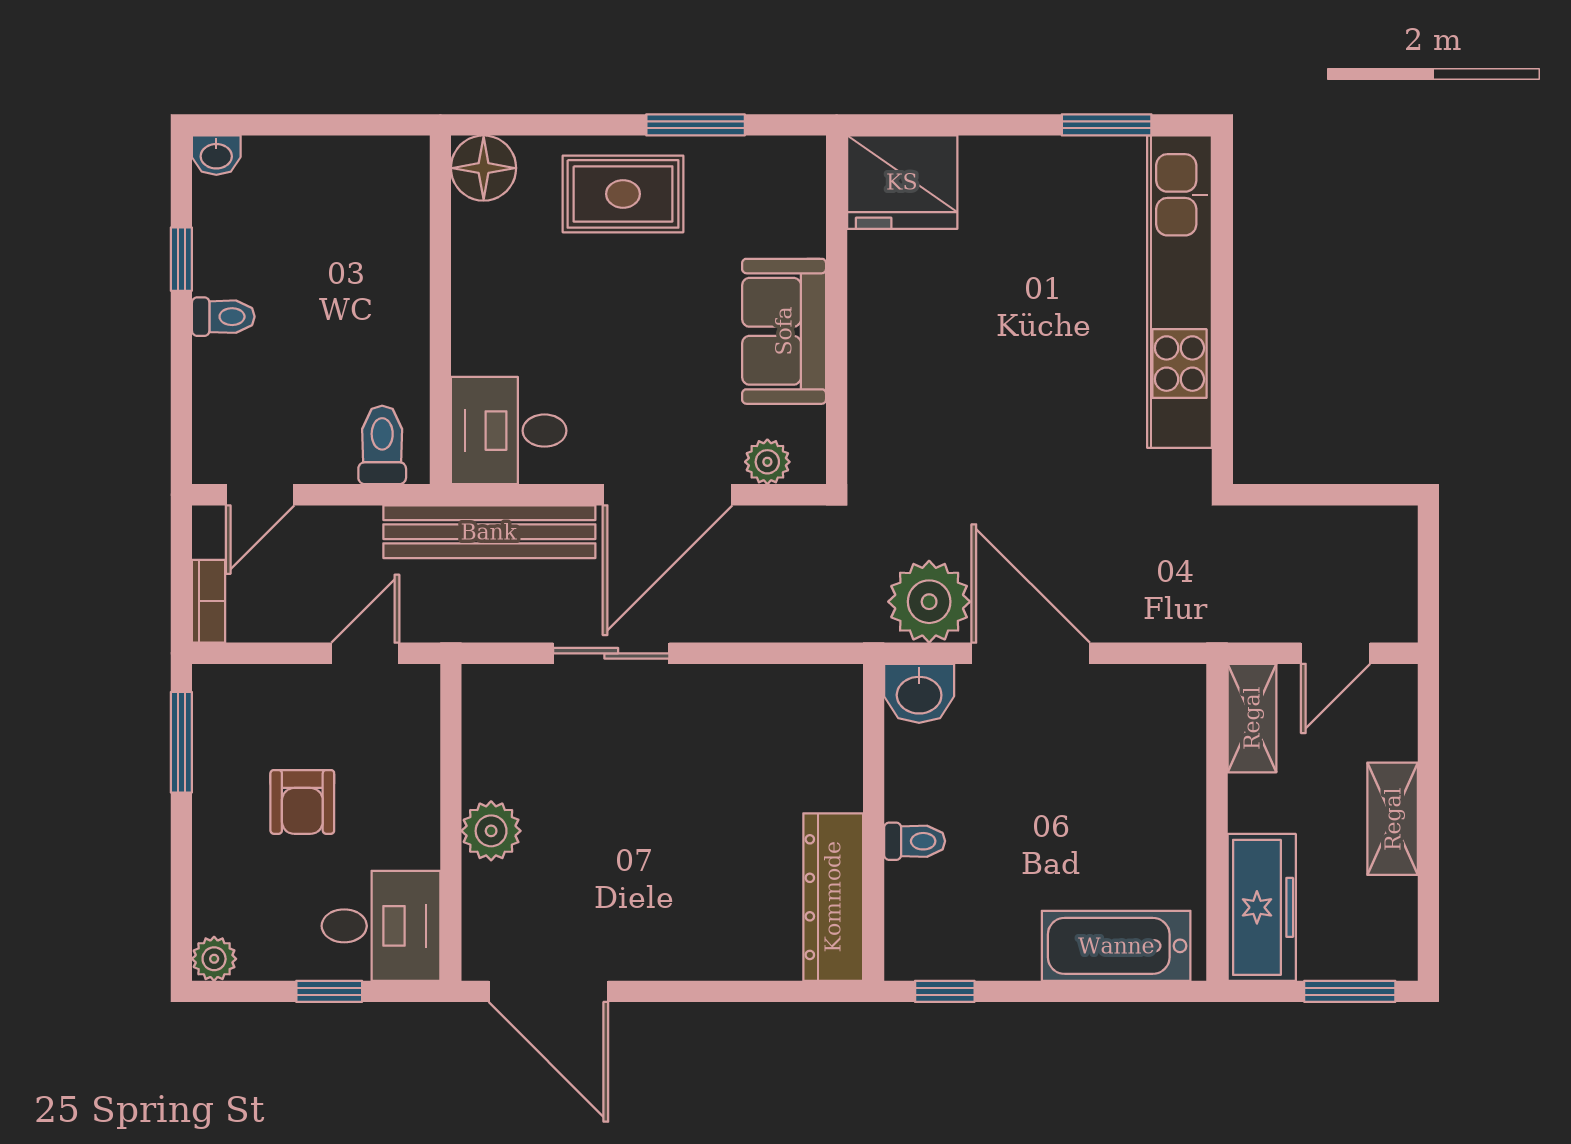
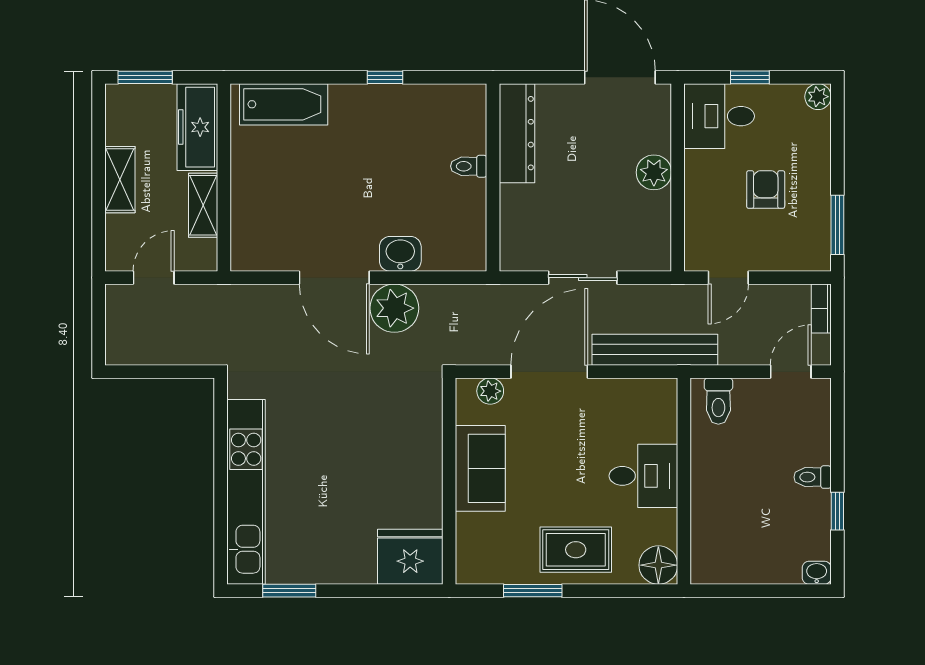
desk: (509, 431) -> (643, 476), moved
shelving: (1252, 718) -> (203, 205), moved
wall: (874, 822) -> (493, 177), moved
toilet: (915, 841) -> (469, 166), moved
dresser: (833, 897) -> (517, 133), moved

